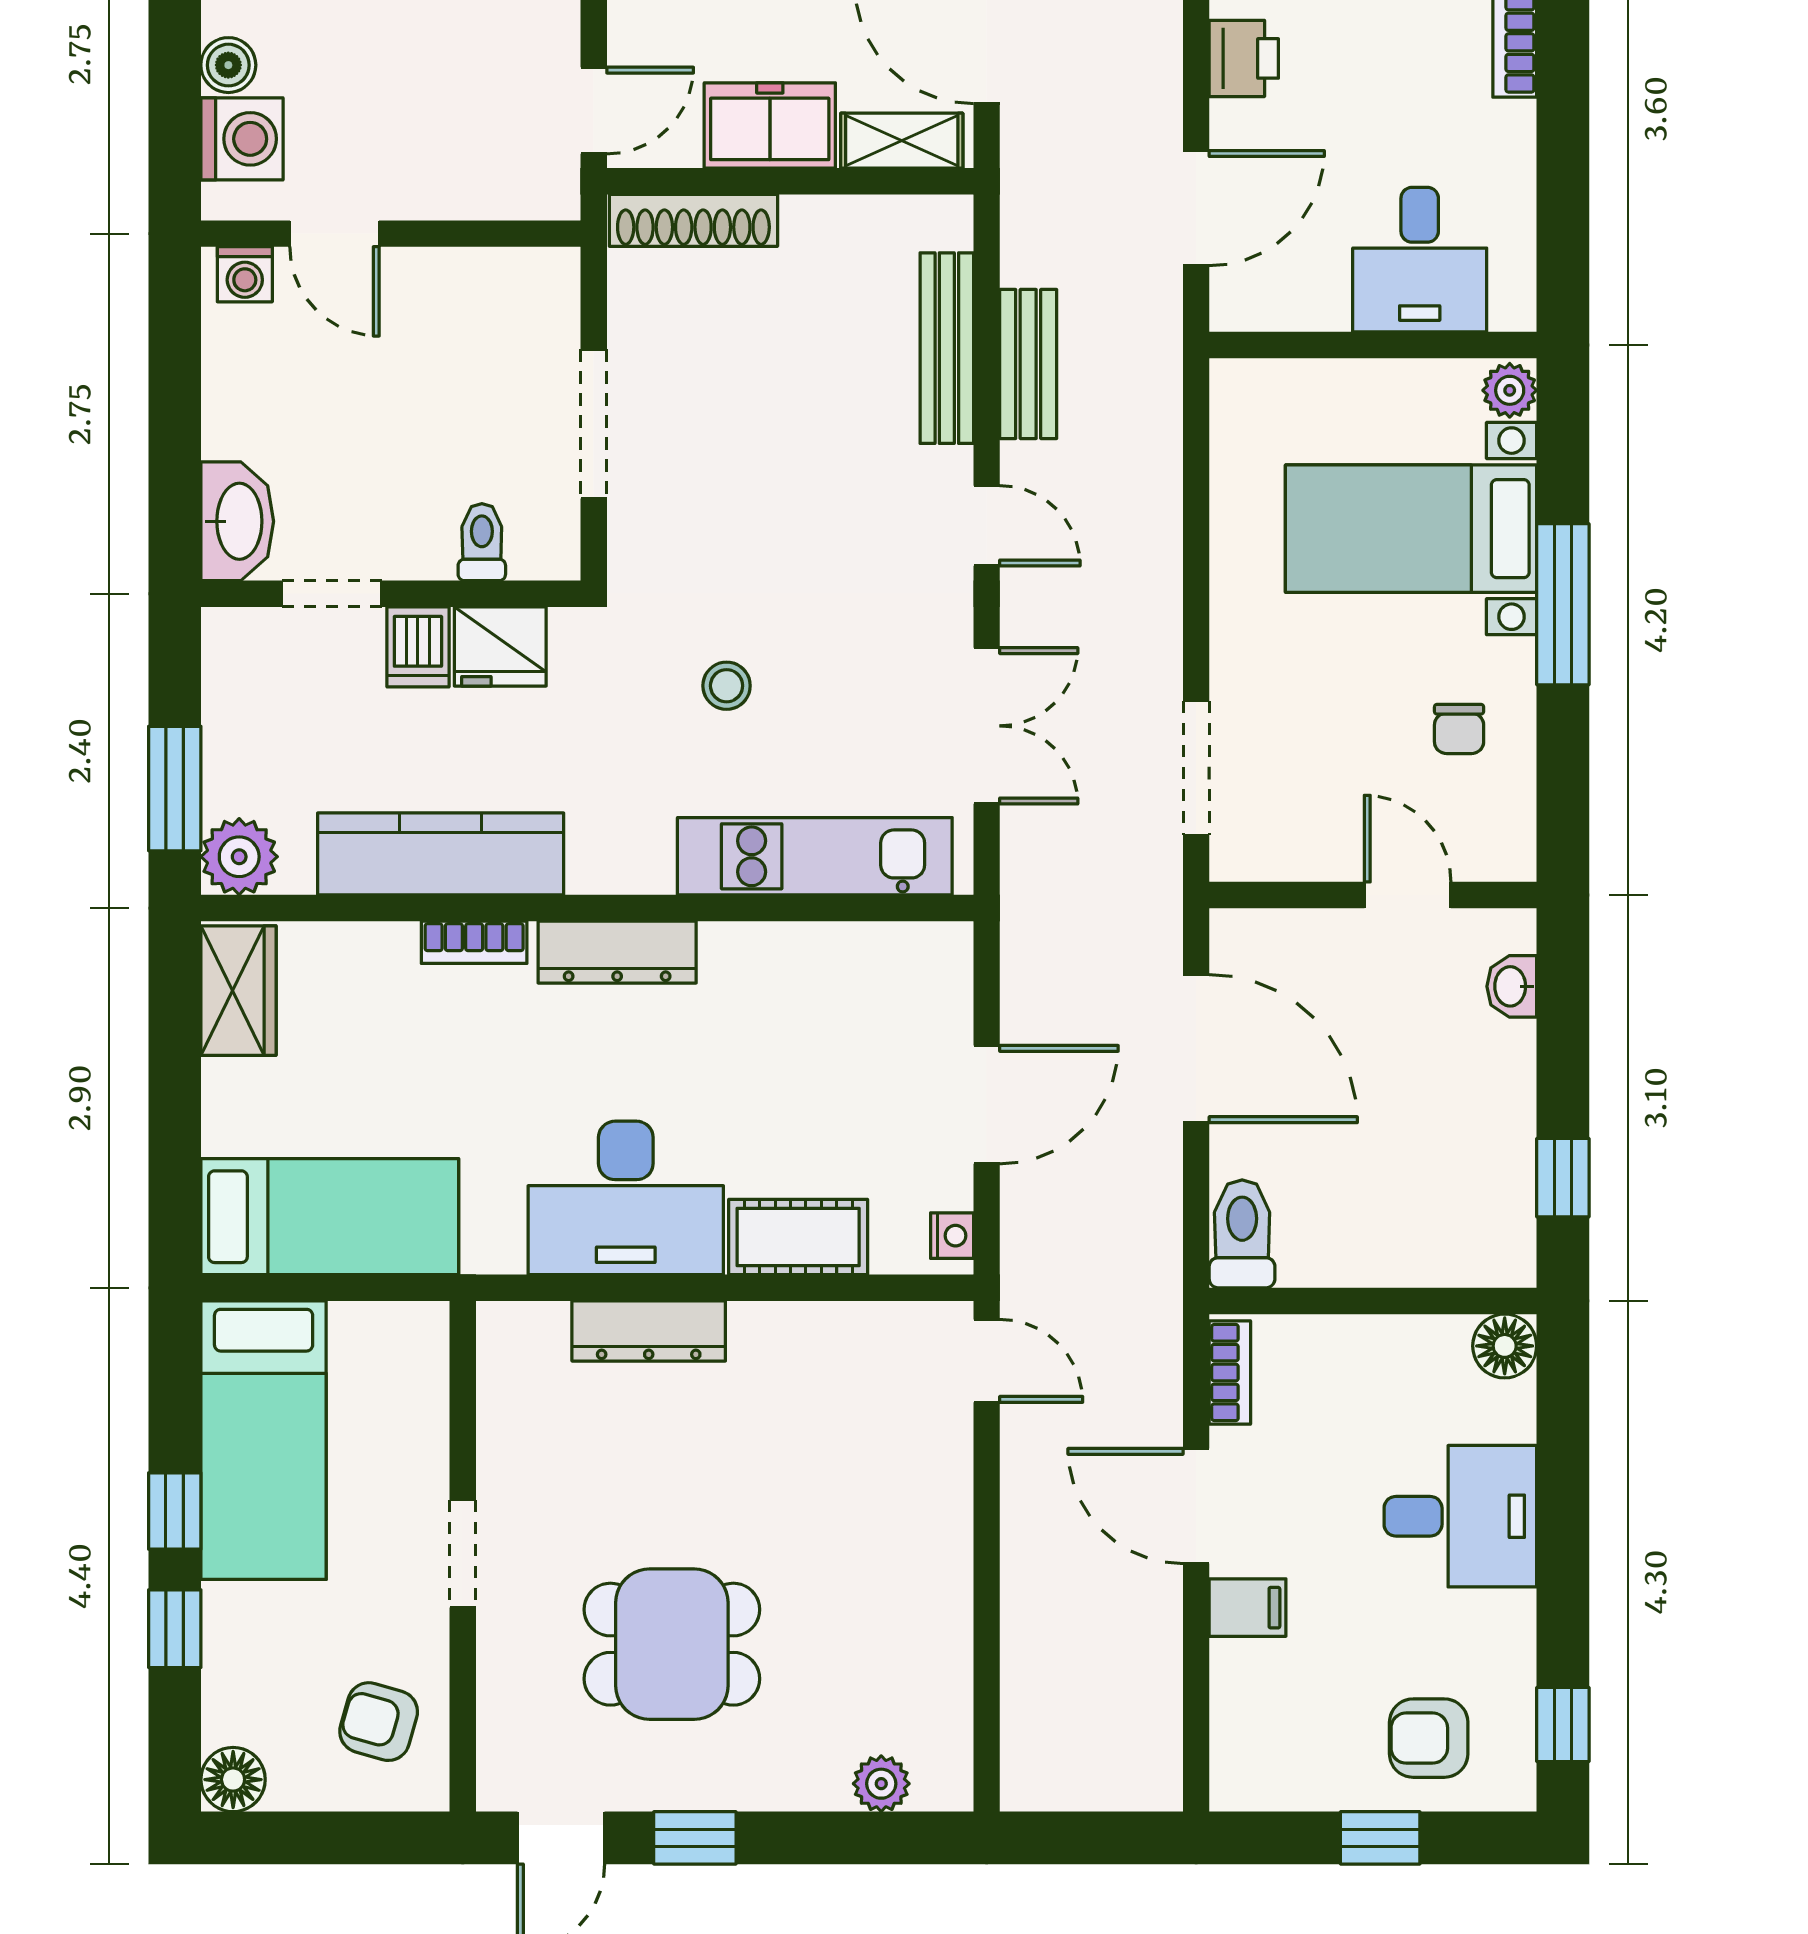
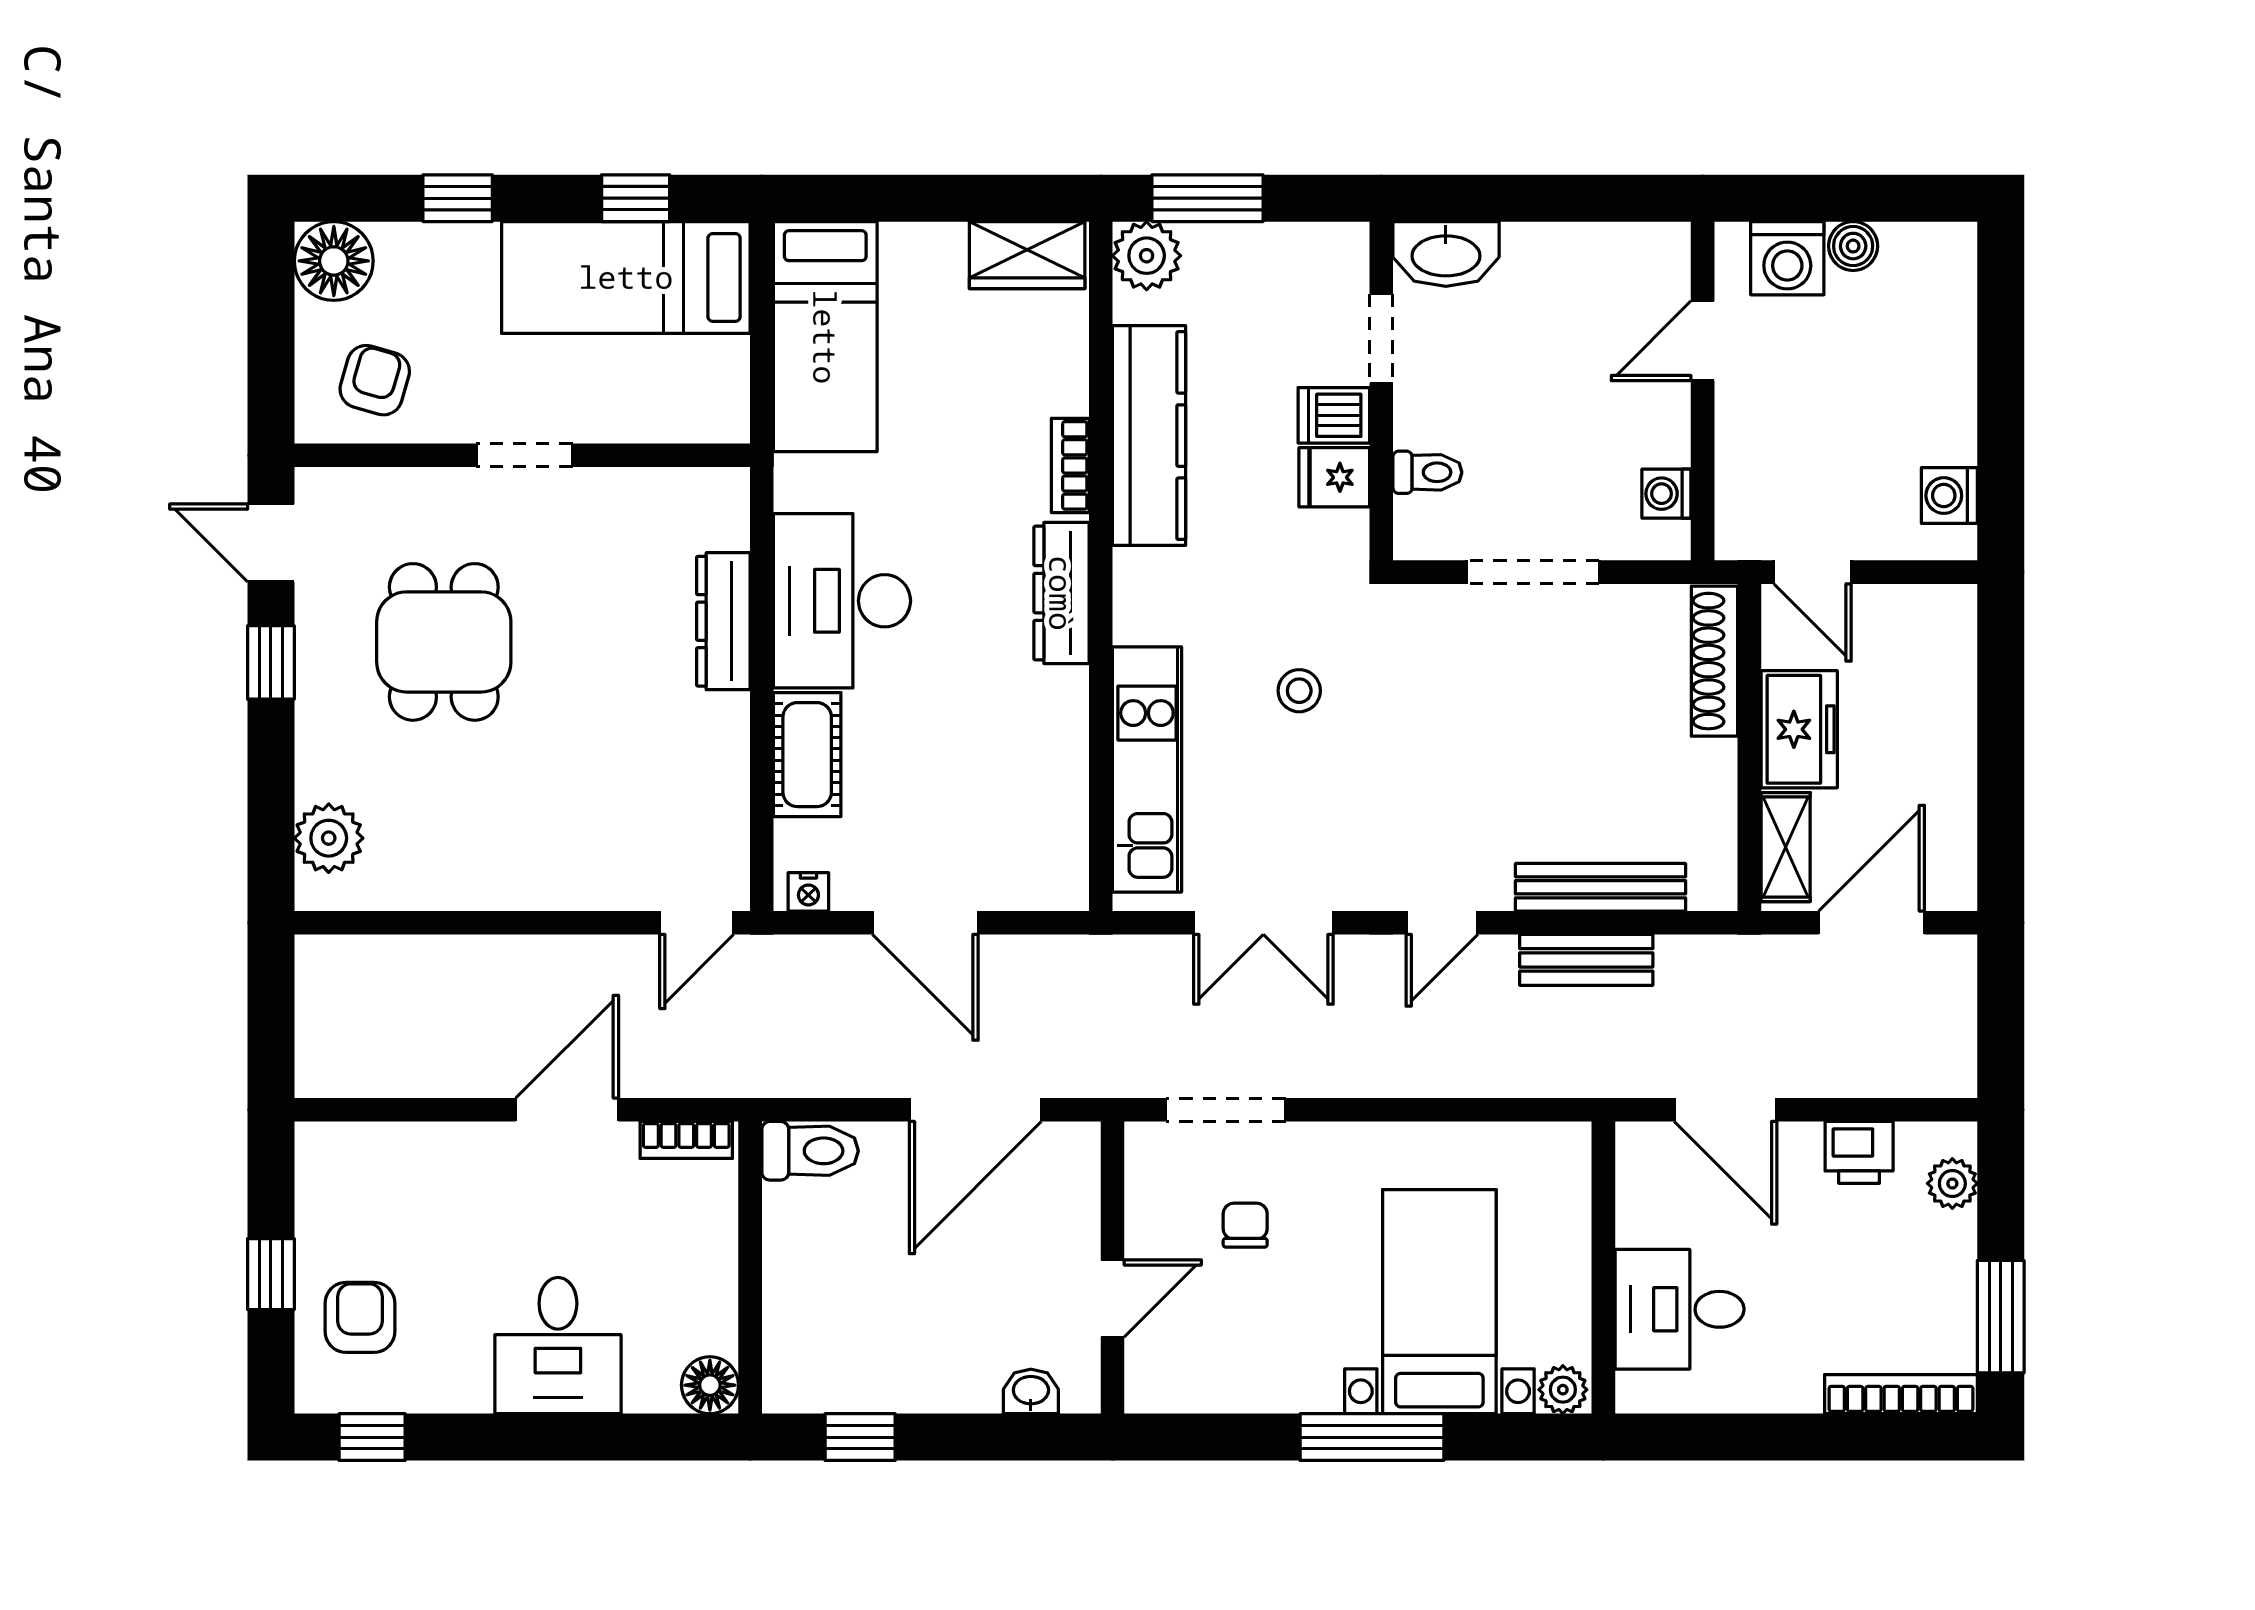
washing machine: (245, 274) -> (1666, 494), moved
fridge: (500, 646) -> (1334, 477), width x0.72
chair: (1459, 729) -> (1245, 1225), moved, turned 90
window: (175, 1511) -> (636, 198), moved
filing cabinet: (1248, 1608) -> (476, 1156), removed
floor lamp: (233, 1780) -> (334, 261), width x1.38, depth x1.38
plant: (881, 1784) -> (329, 838), width x1.38, depth x1.38

